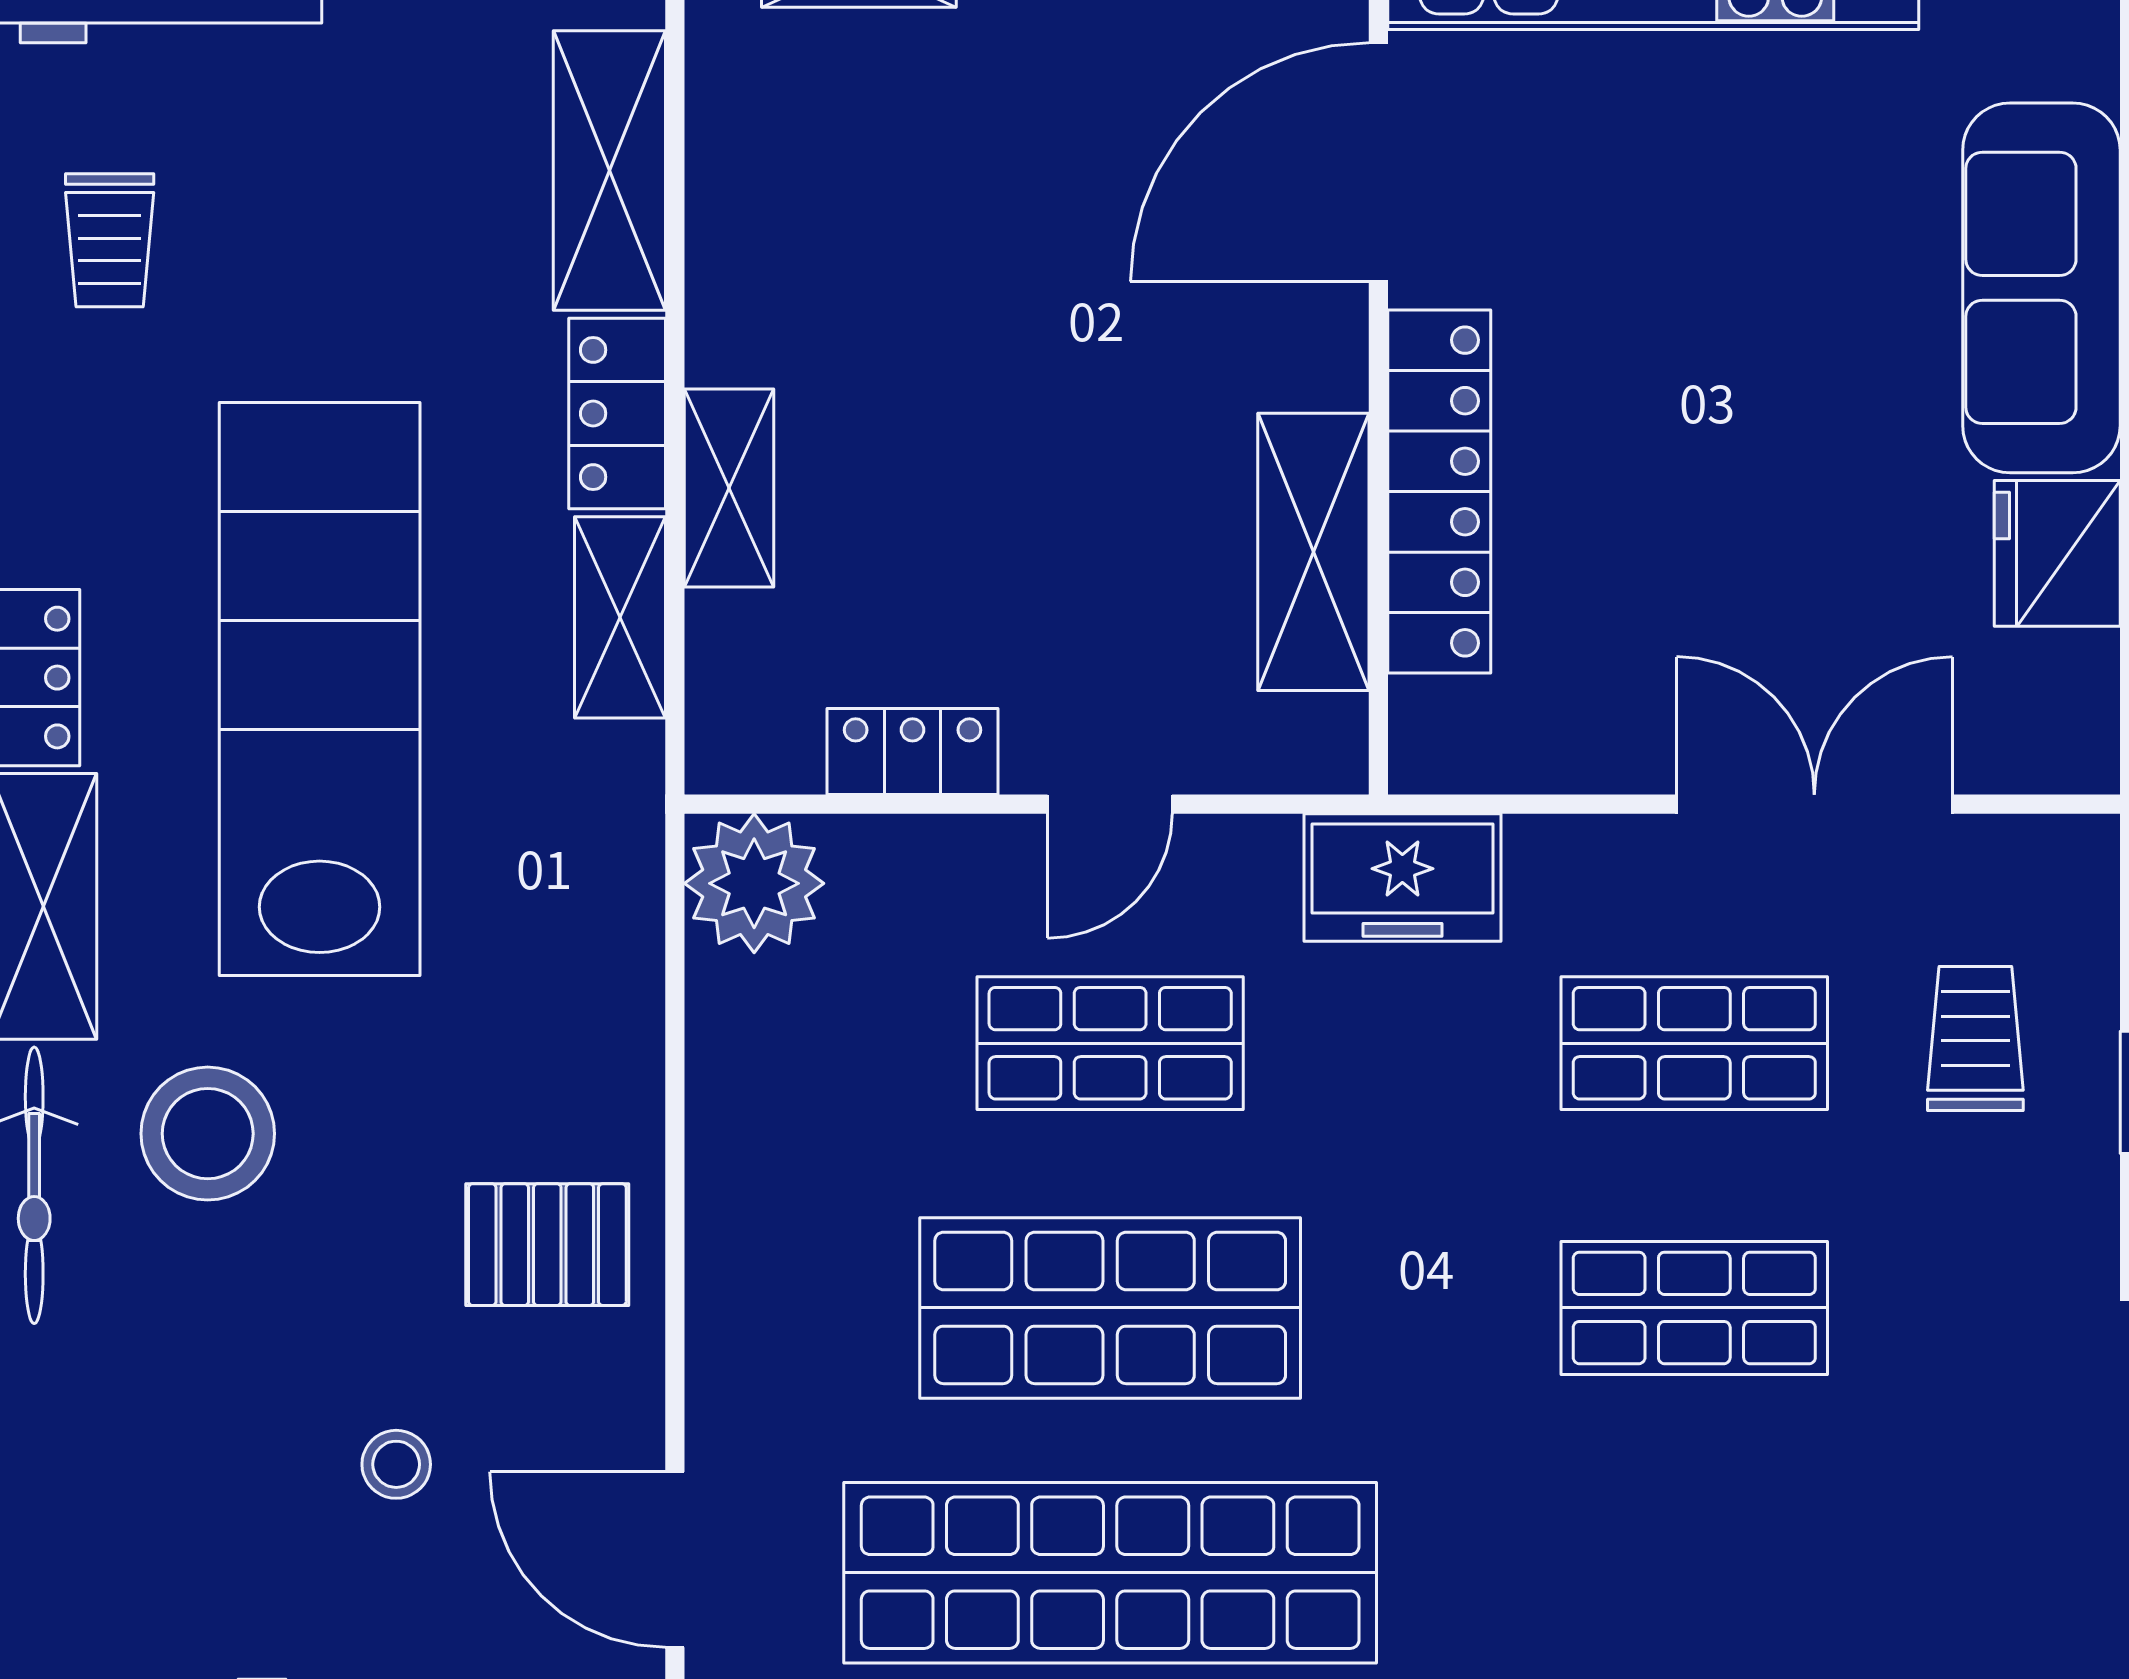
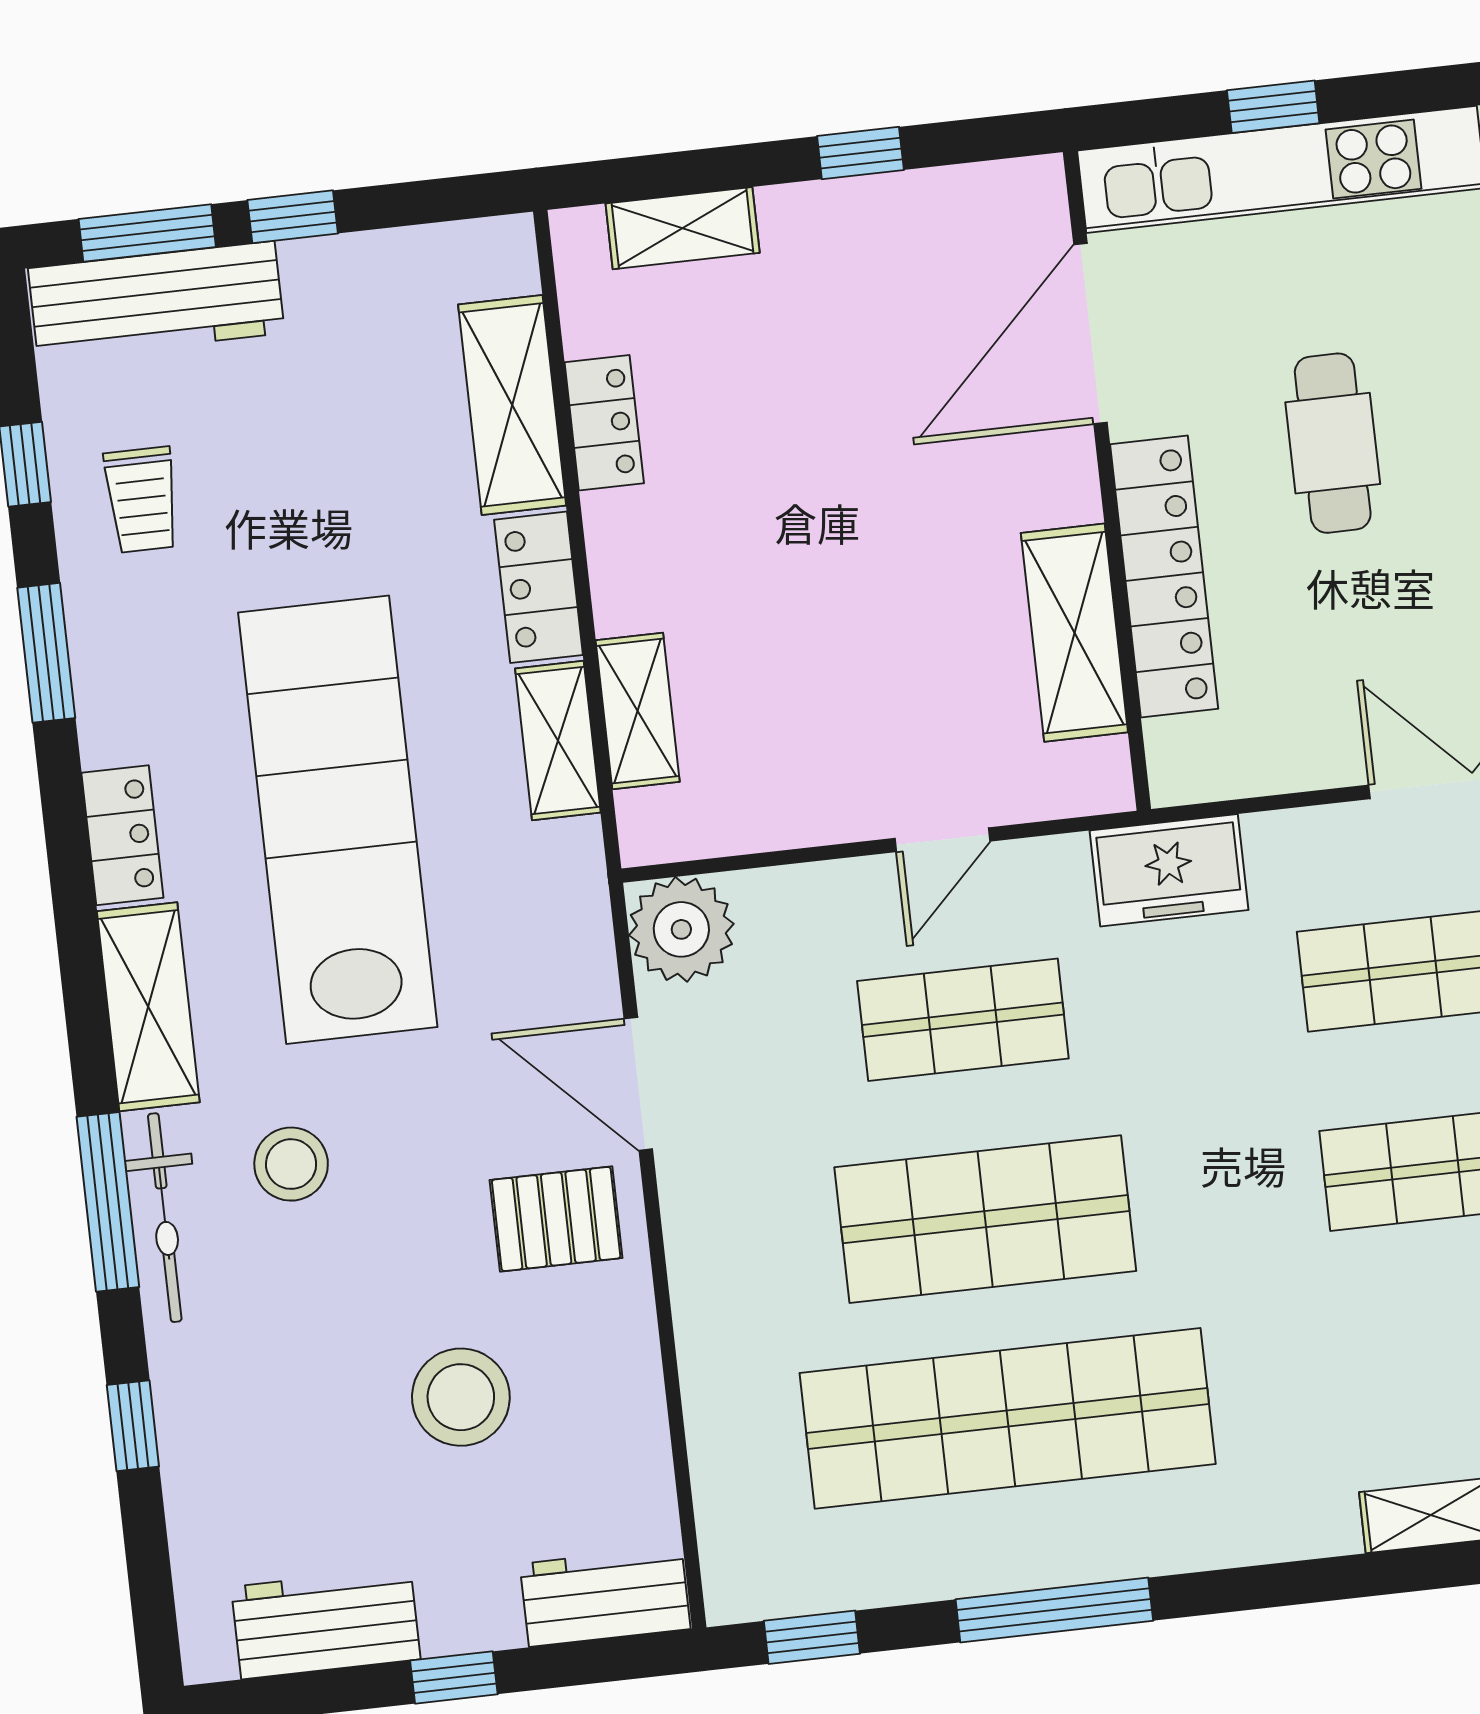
cafe table: (1680, 341) -> (1333, 443), added
shelving: (729, 488) -> (638, 711), moved
locker: (913, 751) -> (604, 423), moved, turned 90
stool: (208, 1134) -> (291, 1164), width x0.73, depth x0.73
stool: (396, 1464) -> (461, 1397), width x1.89, depth x1.89
door: (675, 1560) -> (638, 1084), moved

